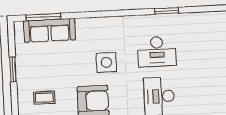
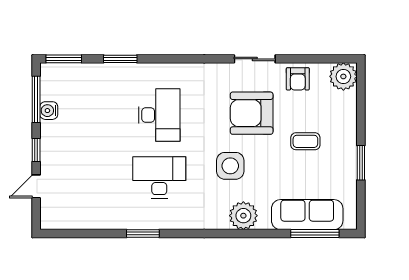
plant: (95, 27) -> (243, 216), added
coffee table: (44, 98) -> (305, 141), moved

